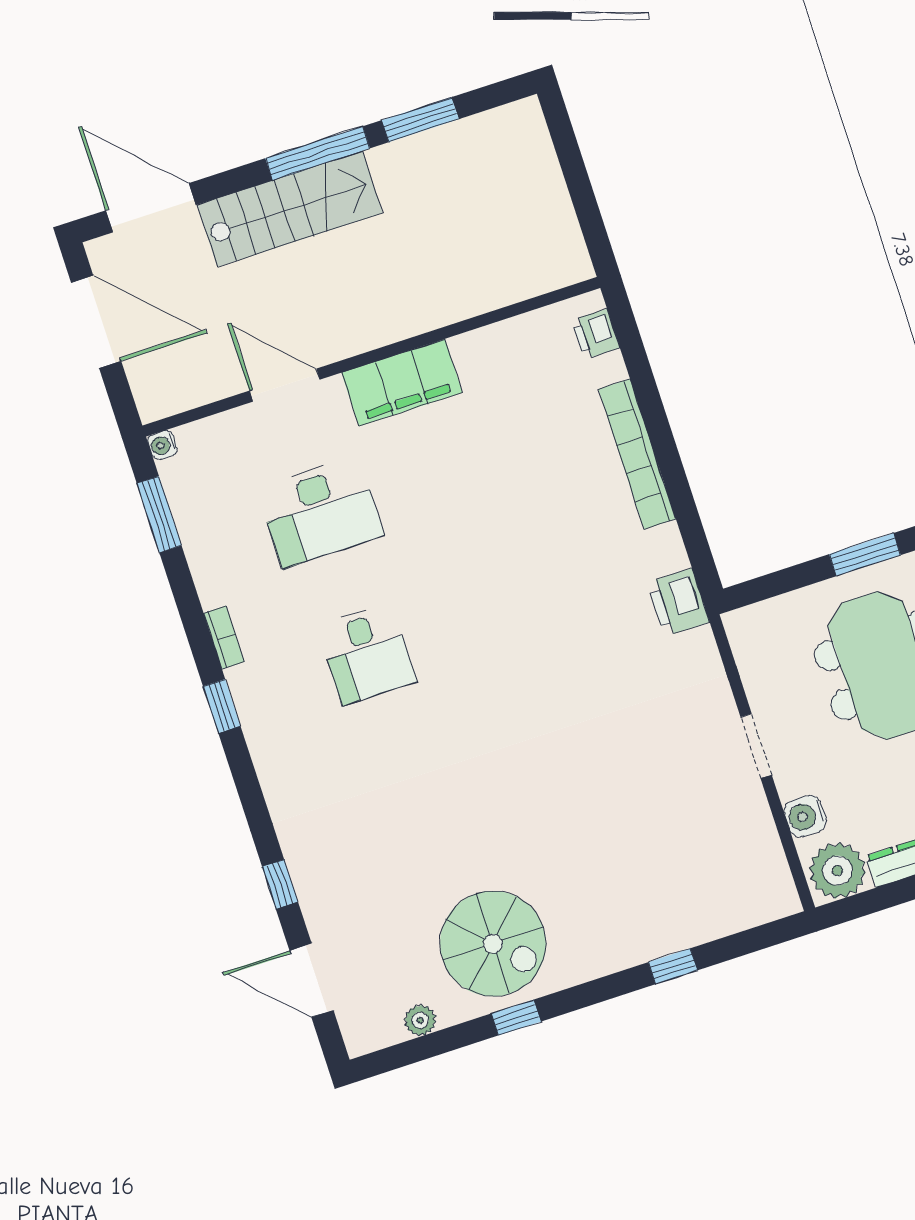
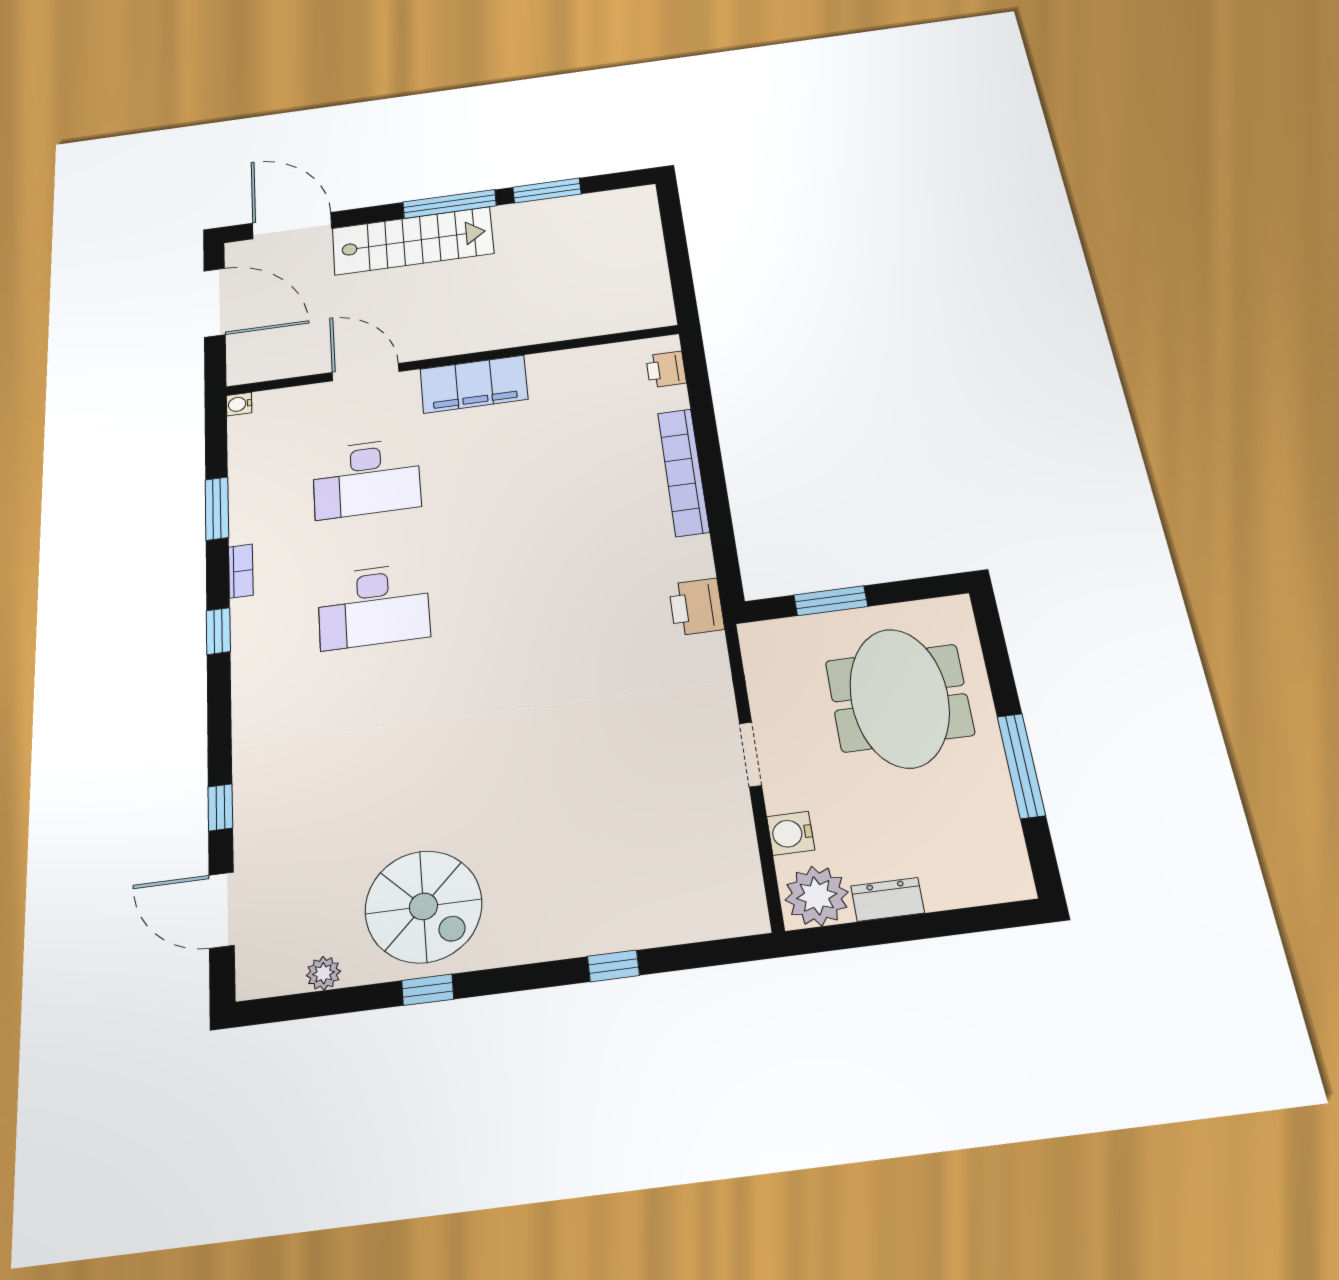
window: (159, 514) -> (217, 508), moved
window: (865, 555) -> (831, 601), moved
desk: (367, 654) -> (374, 606), width x1.37

